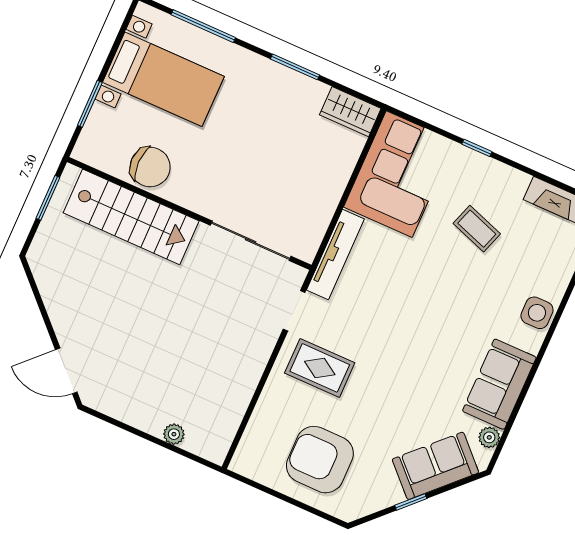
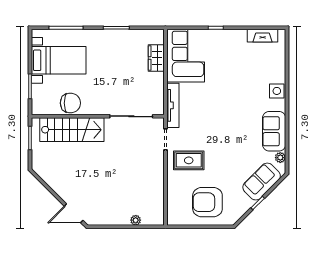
wardrobe: (350, 112) -> (156, 58), moved, turned 90
coffee table: (477, 229) -> (232, 65), removed

